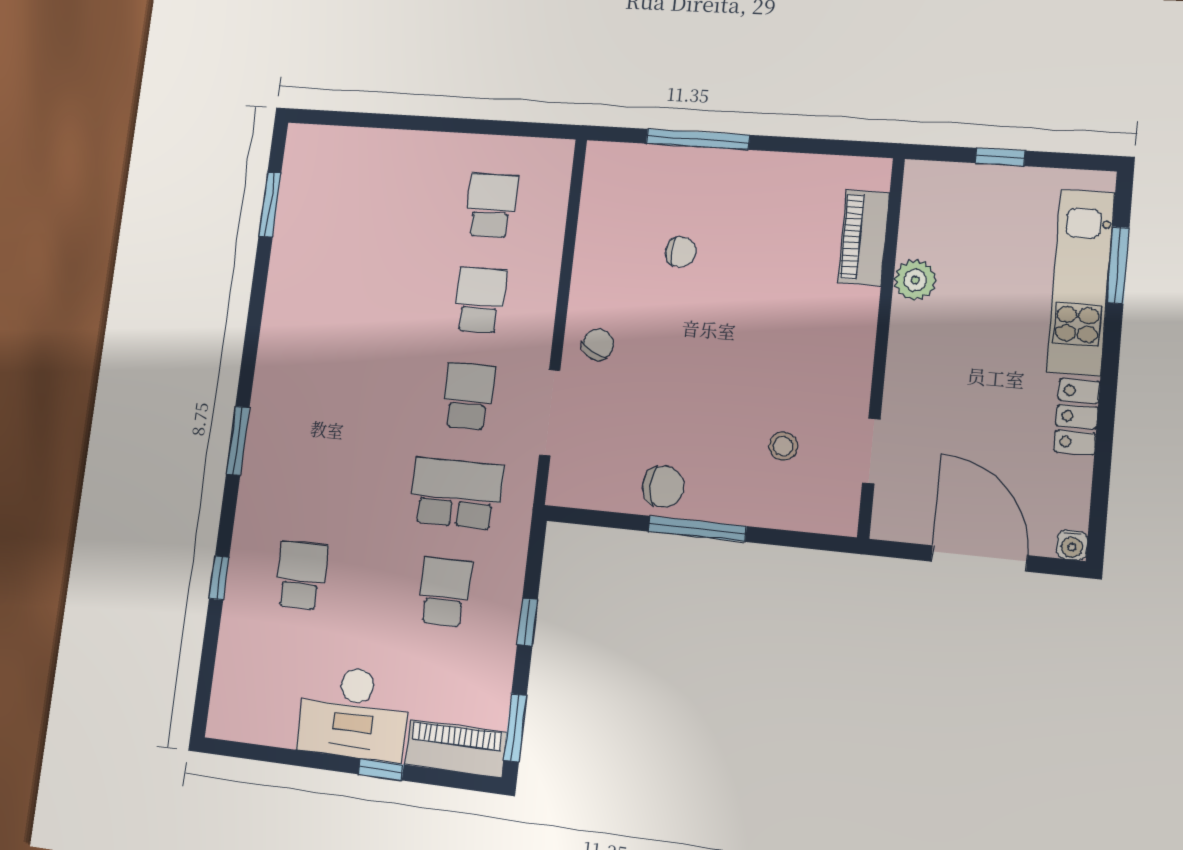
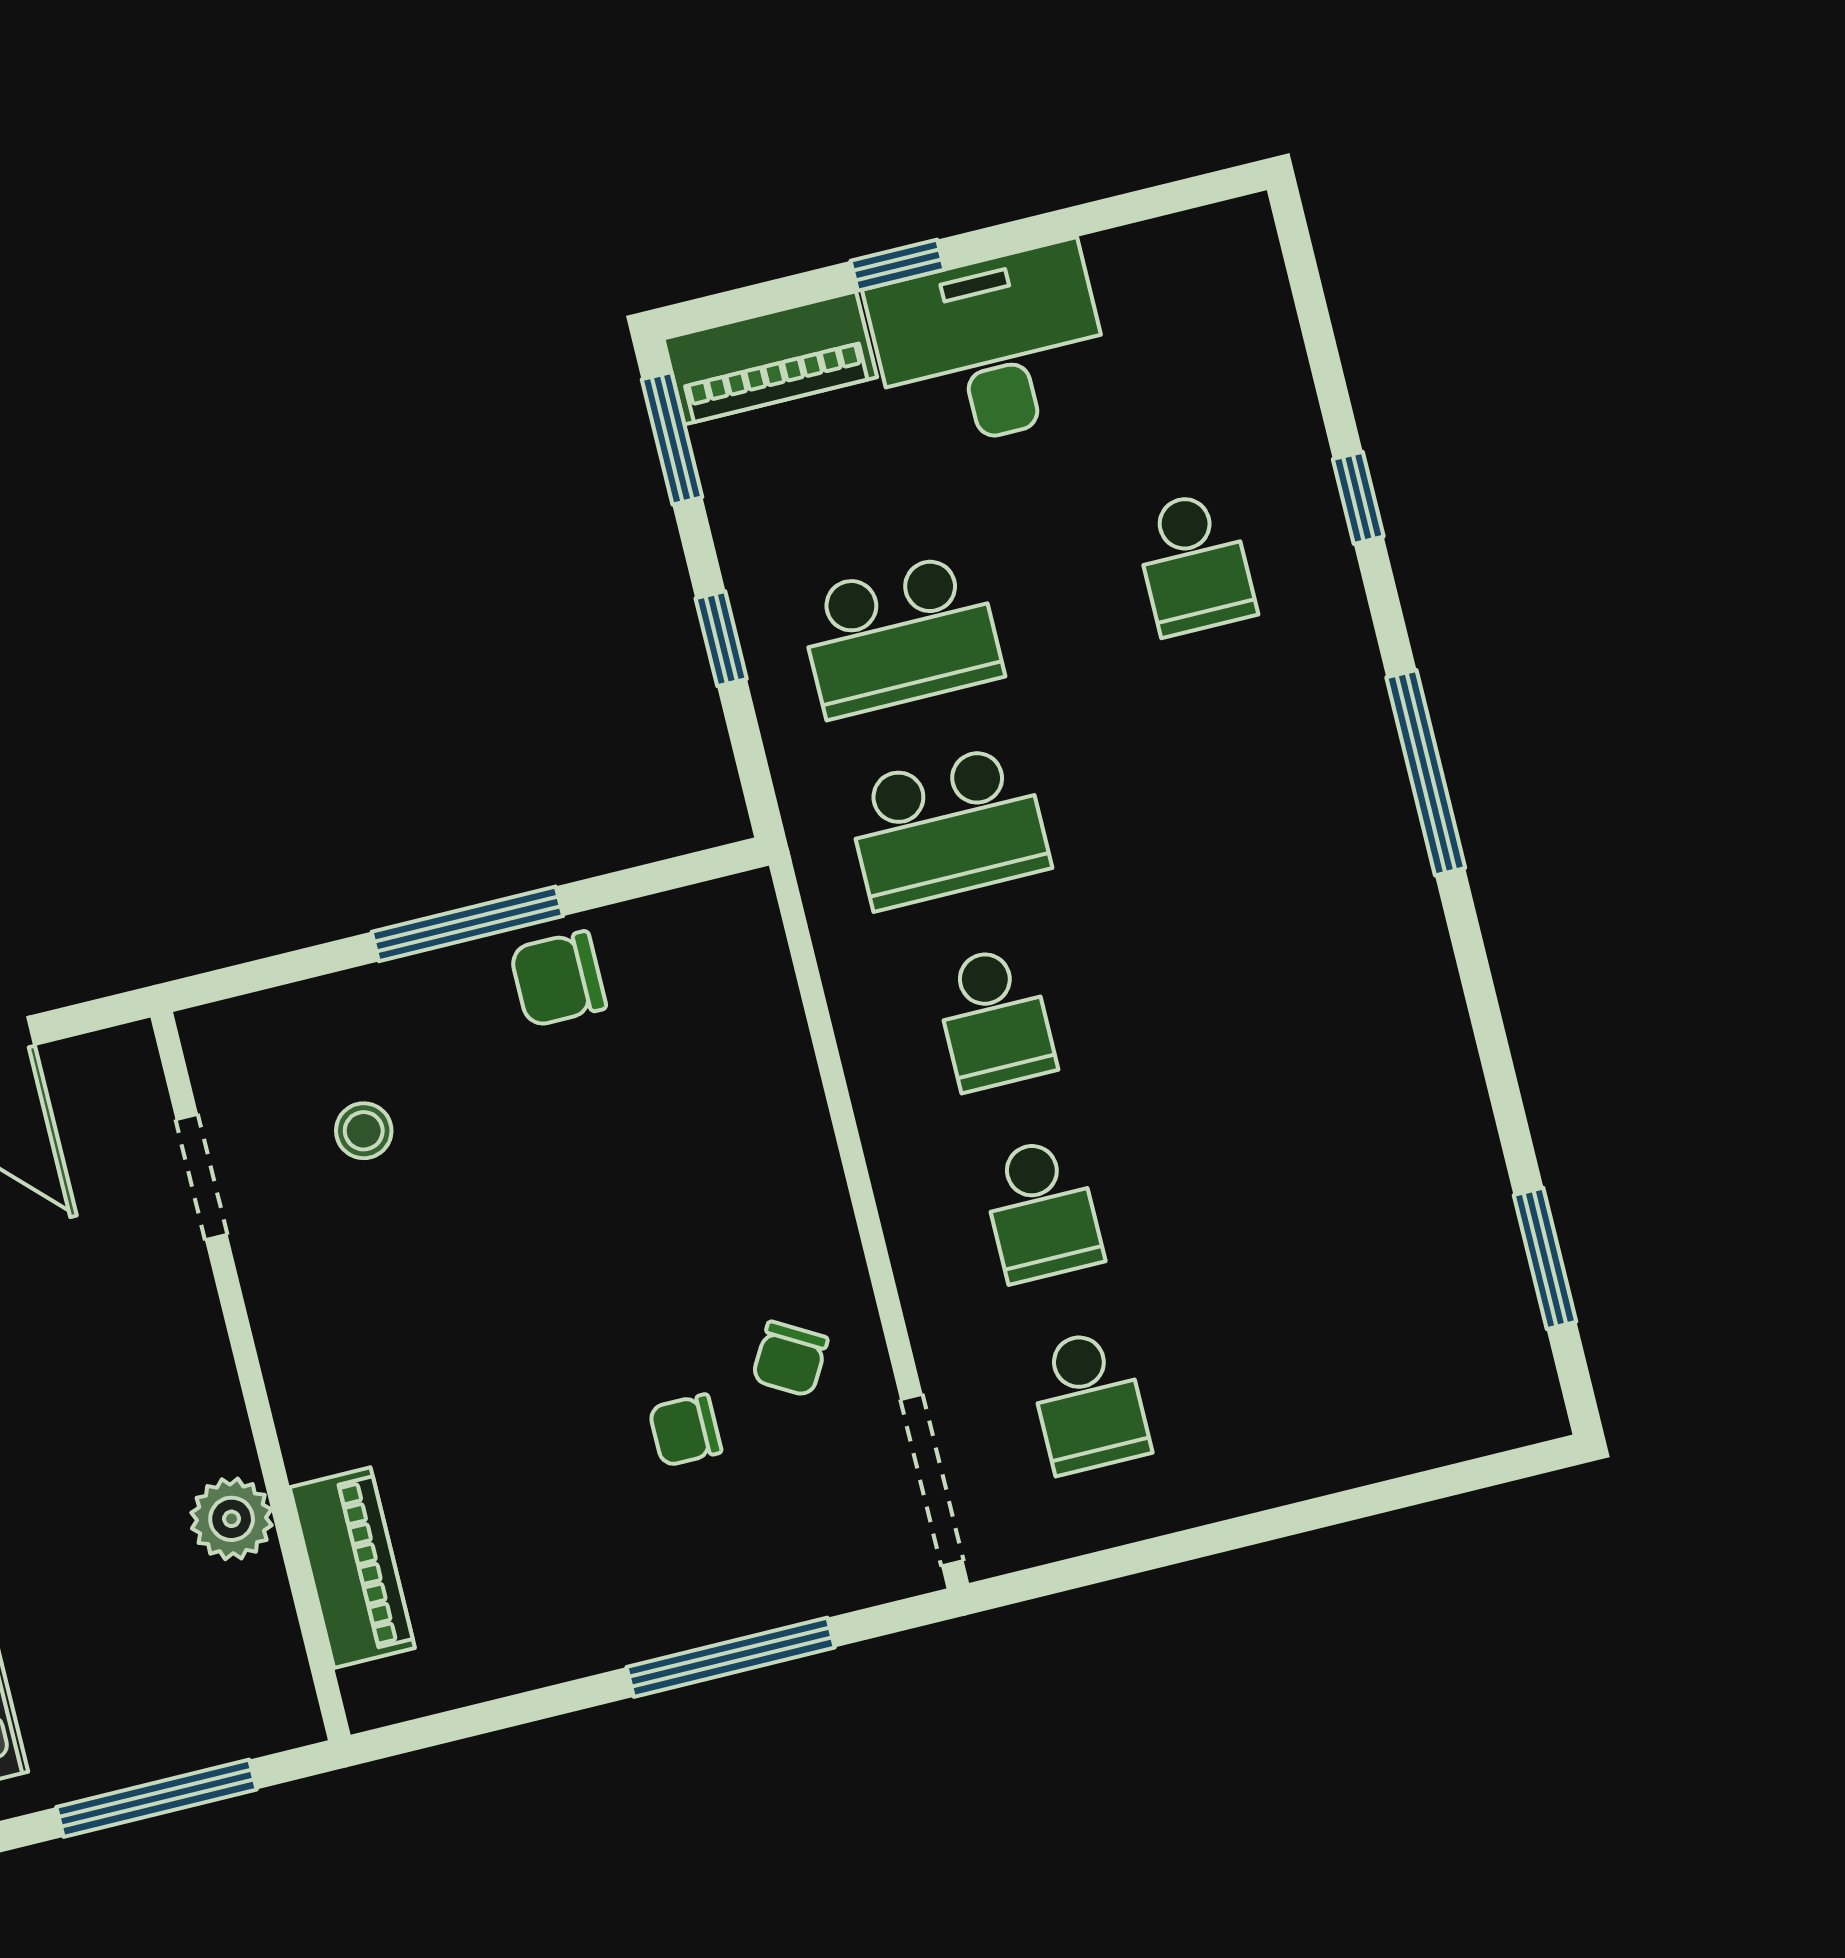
window: (1000, 157) -> (156, 1798), width x2.17
chair: (598, 344) -> (790, 1359), moved
doorway: (550, 413) -> (932, 1480), moved
window: (238, 441) -> (1426, 773), width x1.44
school desk: (445, 592) -> (900, 635), width x1.85

